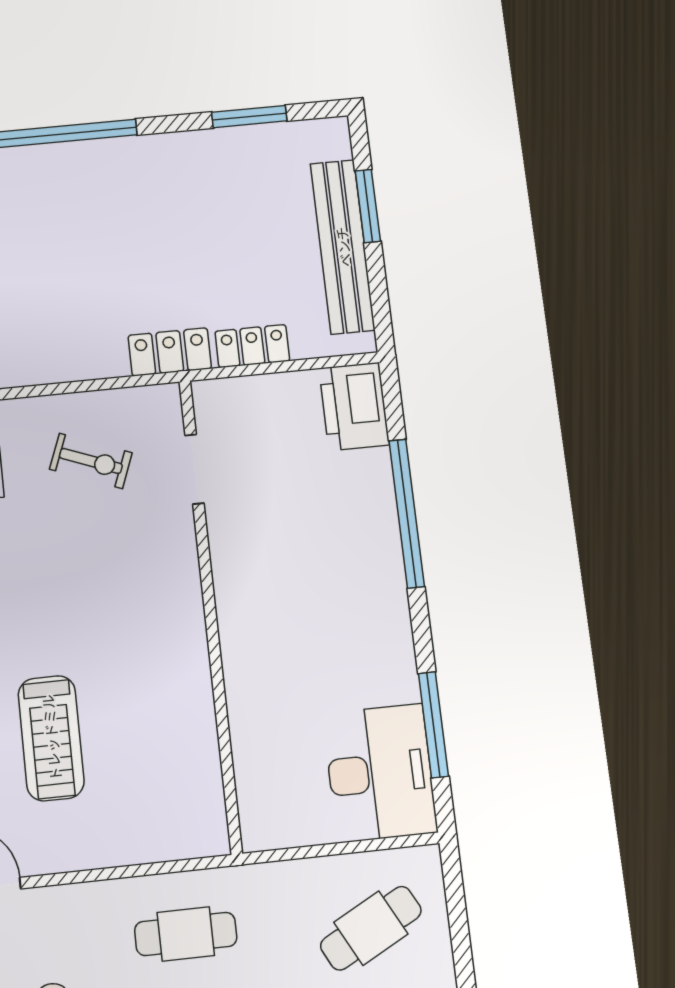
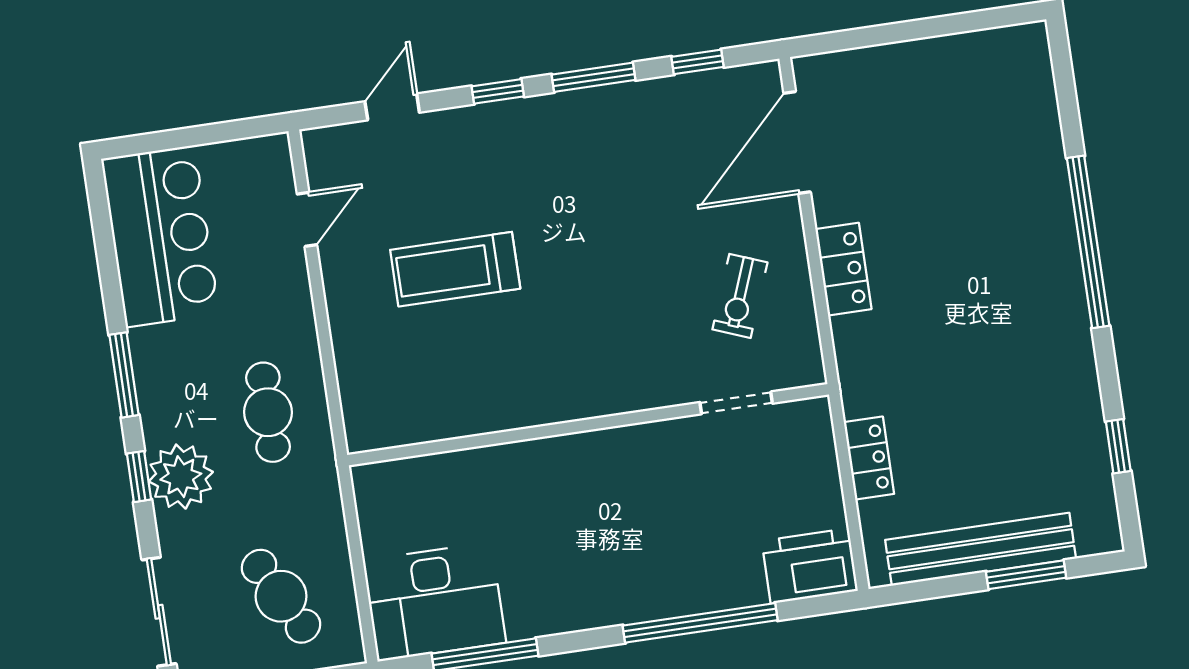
window: (249, 117) -> (1118, 446), width x0.67
locker: (170, 352) -> (843, 269), moved

